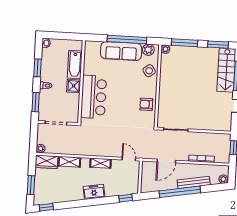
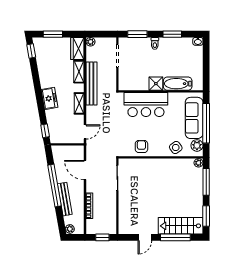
bathtub: (75, 65) -> (178, 84), moved
wall: (82, 82) -> (161, 91), moved
shower: (74, 86) -> (156, 84), moved
bar counter: (94, 97) -> (146, 105), moved
bench: (82, 150) -> (91, 83), added

